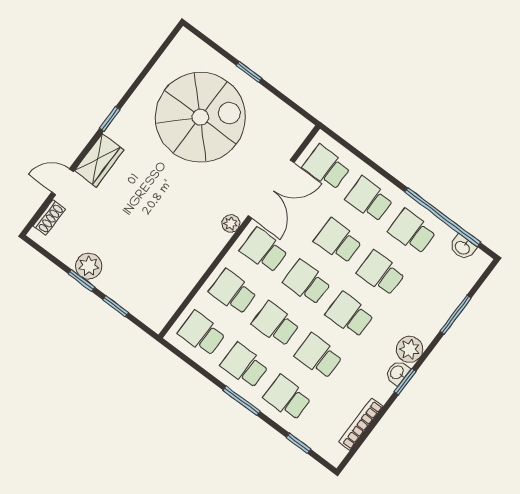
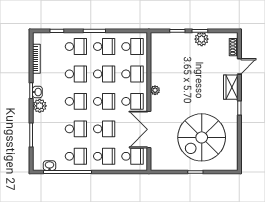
plant: (231, 223) -> (155, 90), moved

